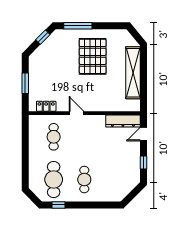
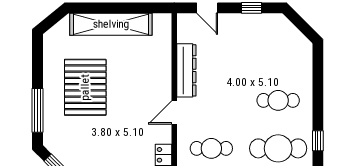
pallet: (93, 56) -> (85, 87), turned 90
dresser: (123, 121) -> (186, 70), moved

